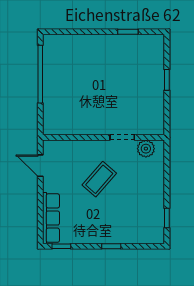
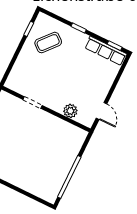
plant: (146, 149) -> (70, 111), moved
coffee table: (99, 179) -> (48, 43), moved
row of seats: (51, 218) -> (106, 51), moved, turned -90

